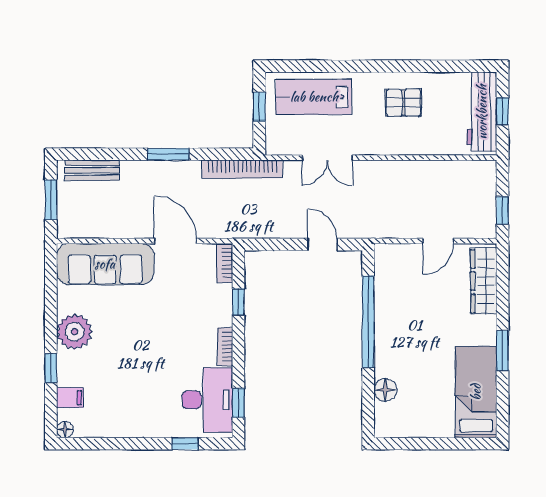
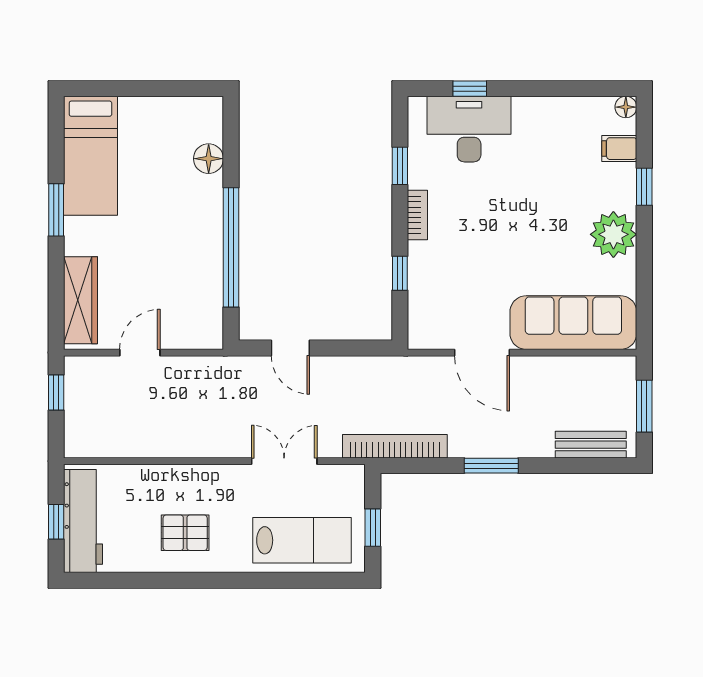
bookcase: (225, 263) -> (418, 324), removed
desk: (207, 400) -> (469, 129), moved, turned 90
window: (238, 403) -> (400, 166), moved

